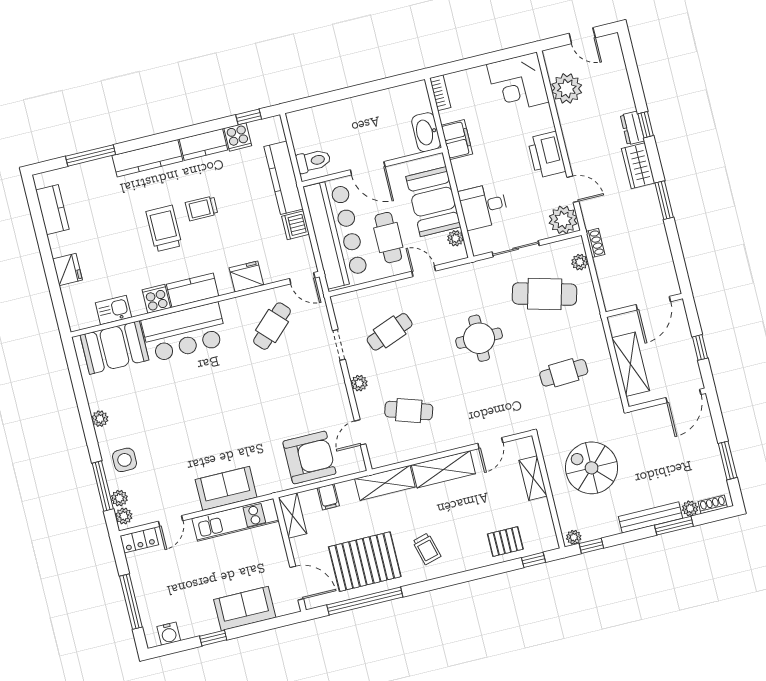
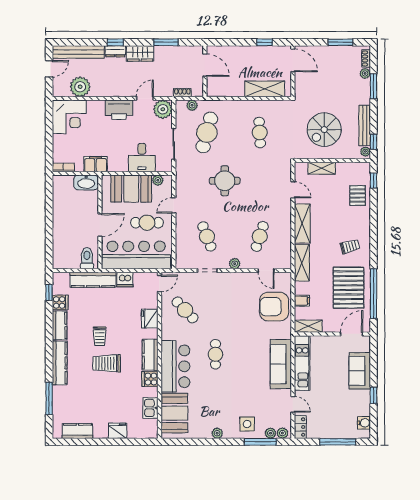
bench: (618, 73) -> (78, 52), added
door: (653, 303) -> (205, 65), moved
wall: (644, 305) -> (205, 71), moved
cafe table: (217, 387) -> (215, 354), added
armchair: (309, 458) -> (274, 307), turned -90
sofa: (226, 488) -> (281, 364), width x1.36
bench: (650, 517) -> (365, 125), moved

